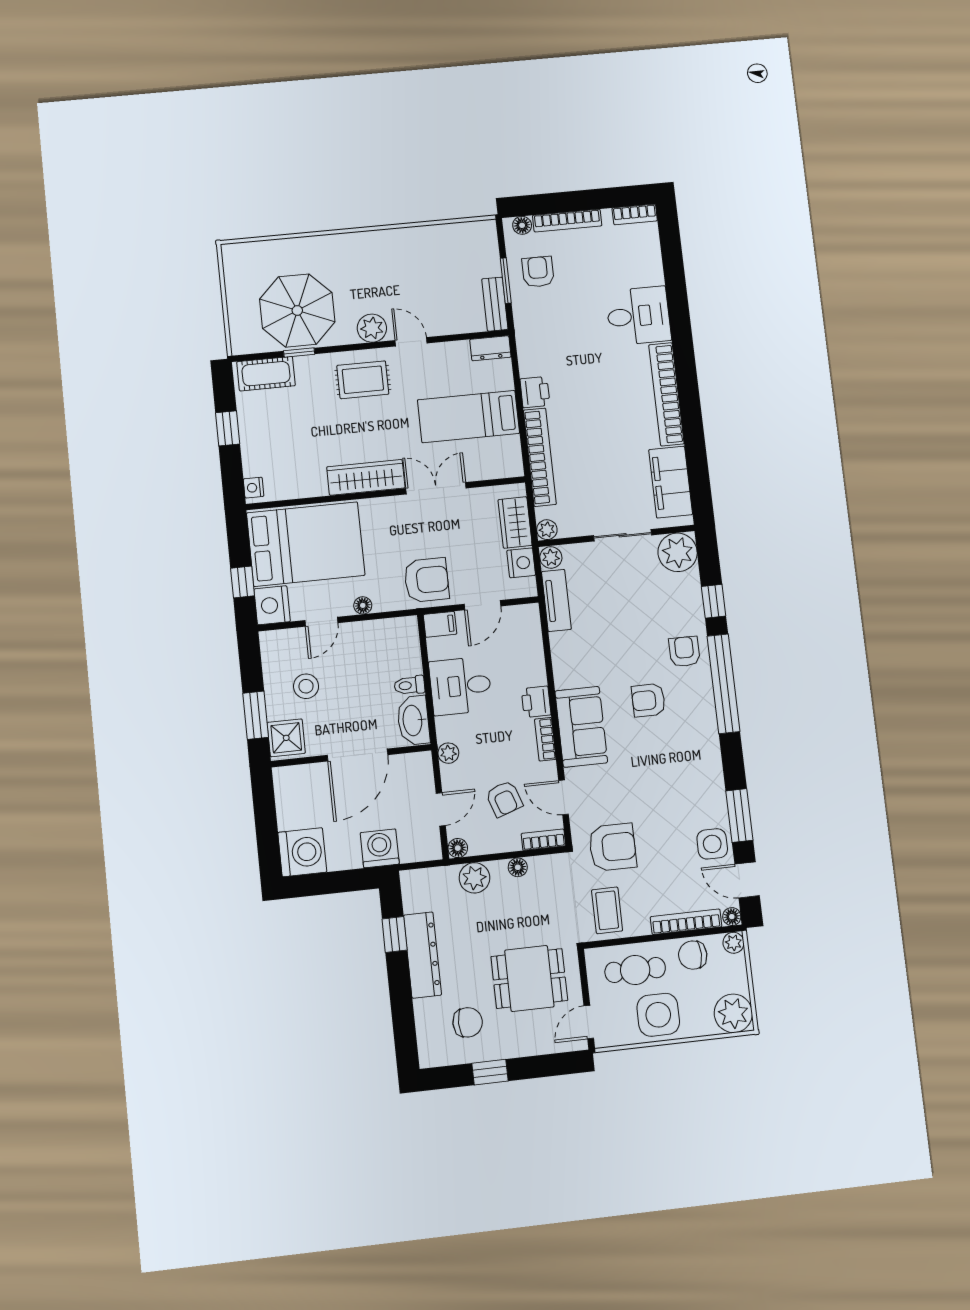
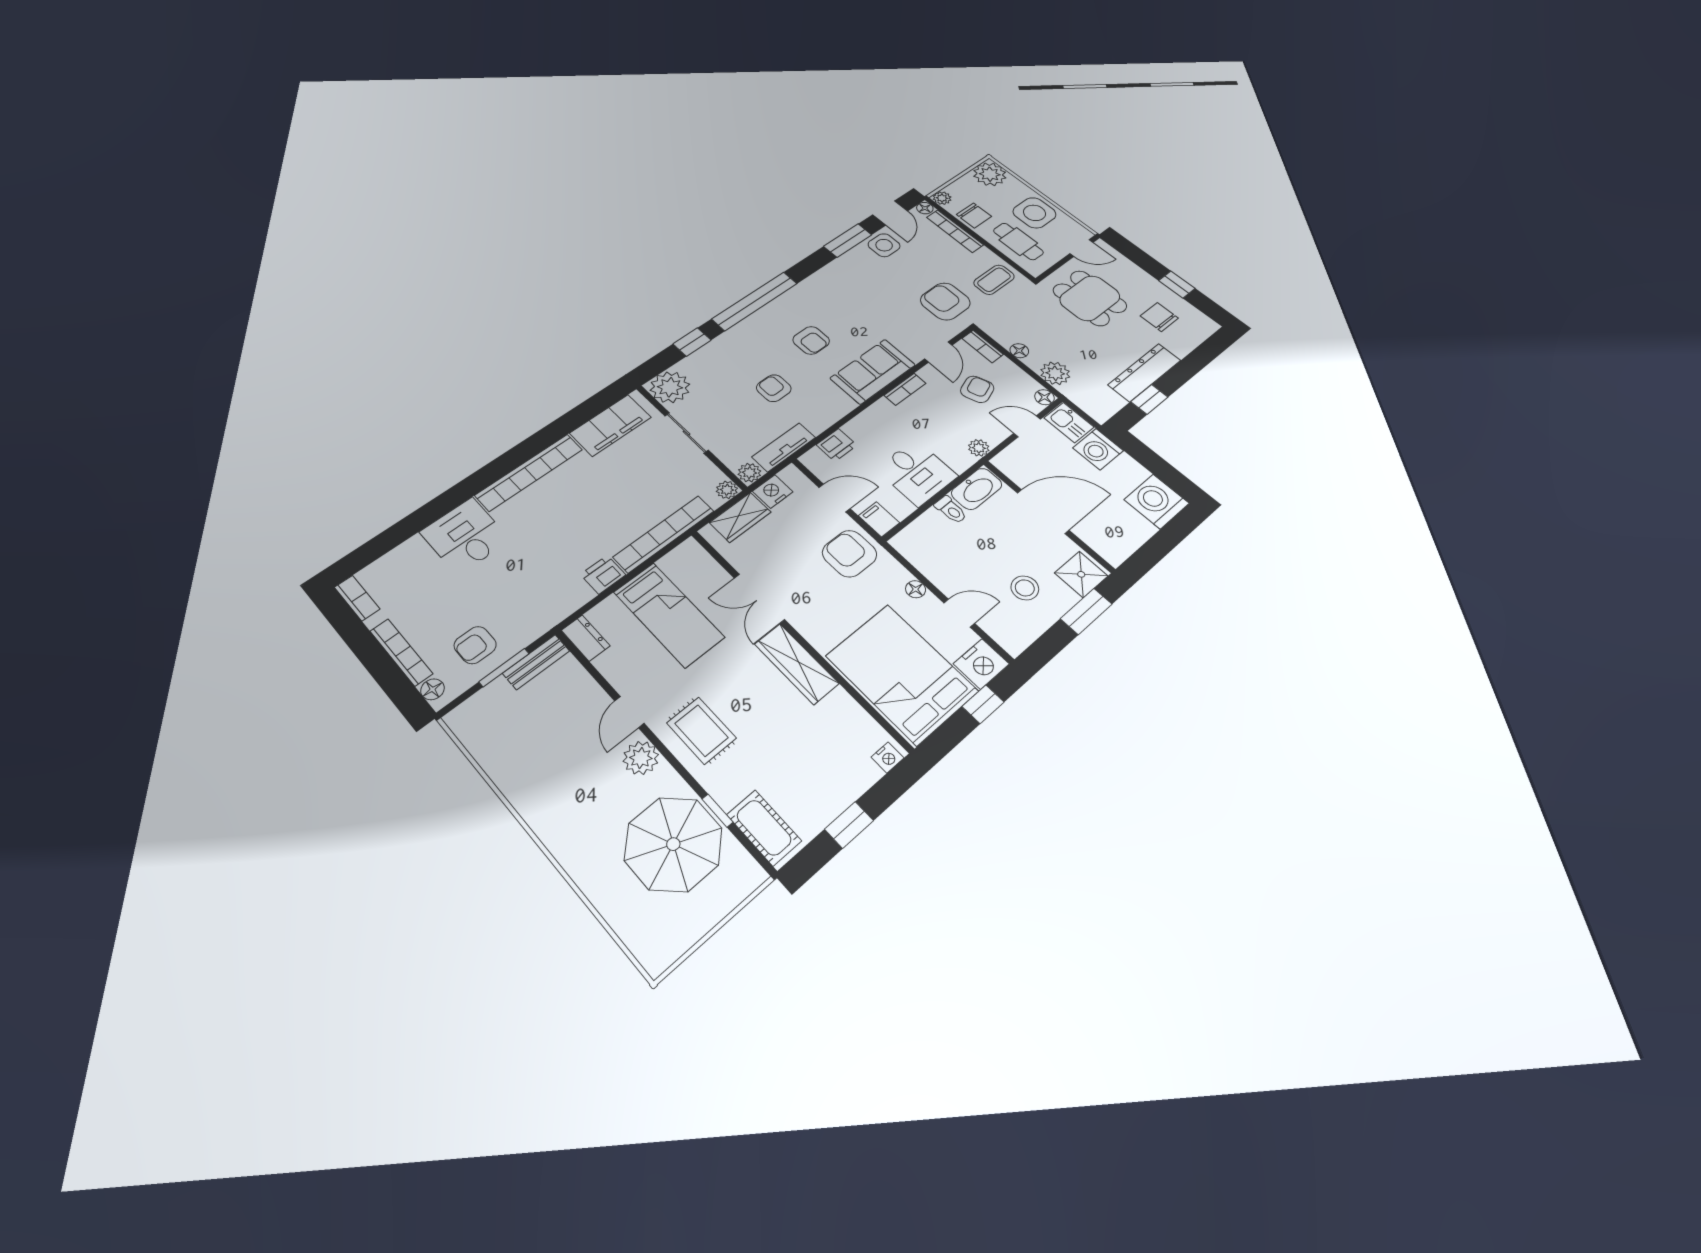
armchair: (684, 652) -> (774, 388), moved, turned 90
printer: (536, 702) -> (837, 445), moved
kitchen sink: (420, 847) -> (1069, 422), added

